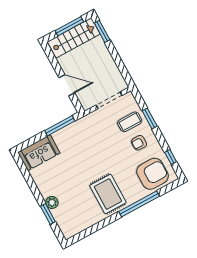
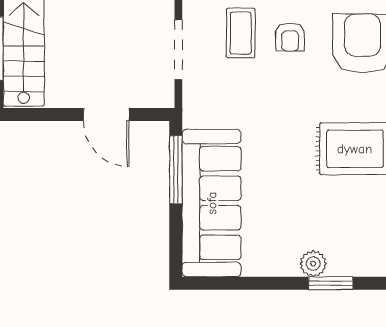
door: (67, 85) -> (106, 114), swing flipped
sofa: (39, 153) -> (212, 203), width x1.85, depth x1.27

